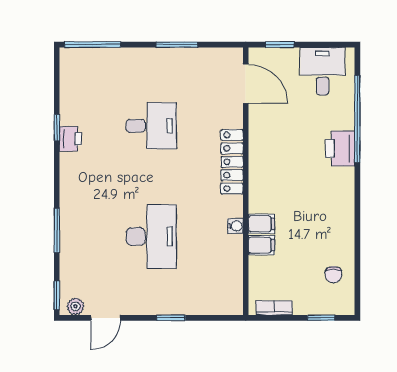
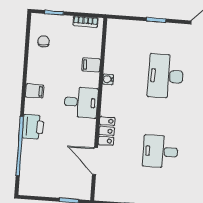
desk: (323, 71) -> (81, 102), moved, turned -90
door: (246, 84) -> (95, 161), moved
locker: (232, 162) -> (107, 131), width x0.66
filing cabinet: (261, 224) -> (34, 91), moved, turned 180

